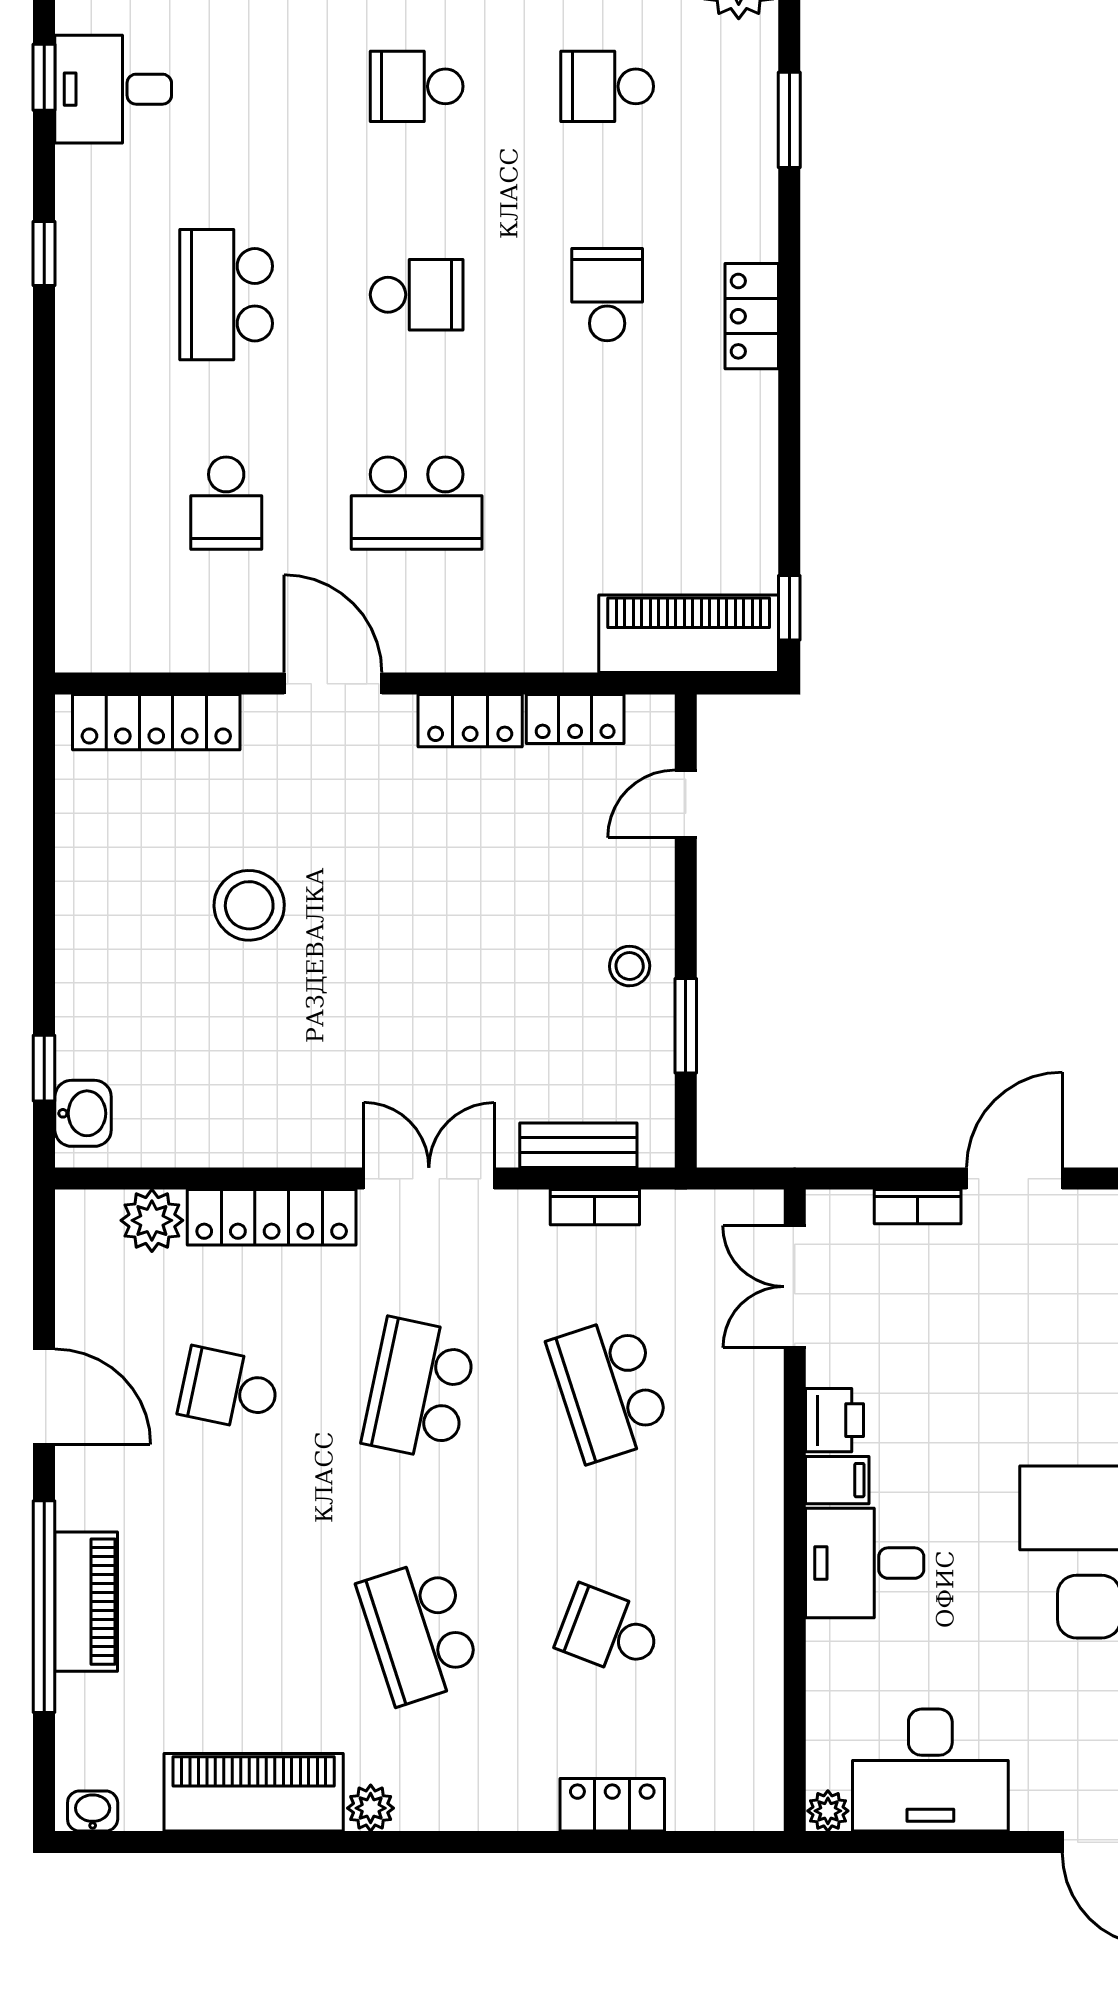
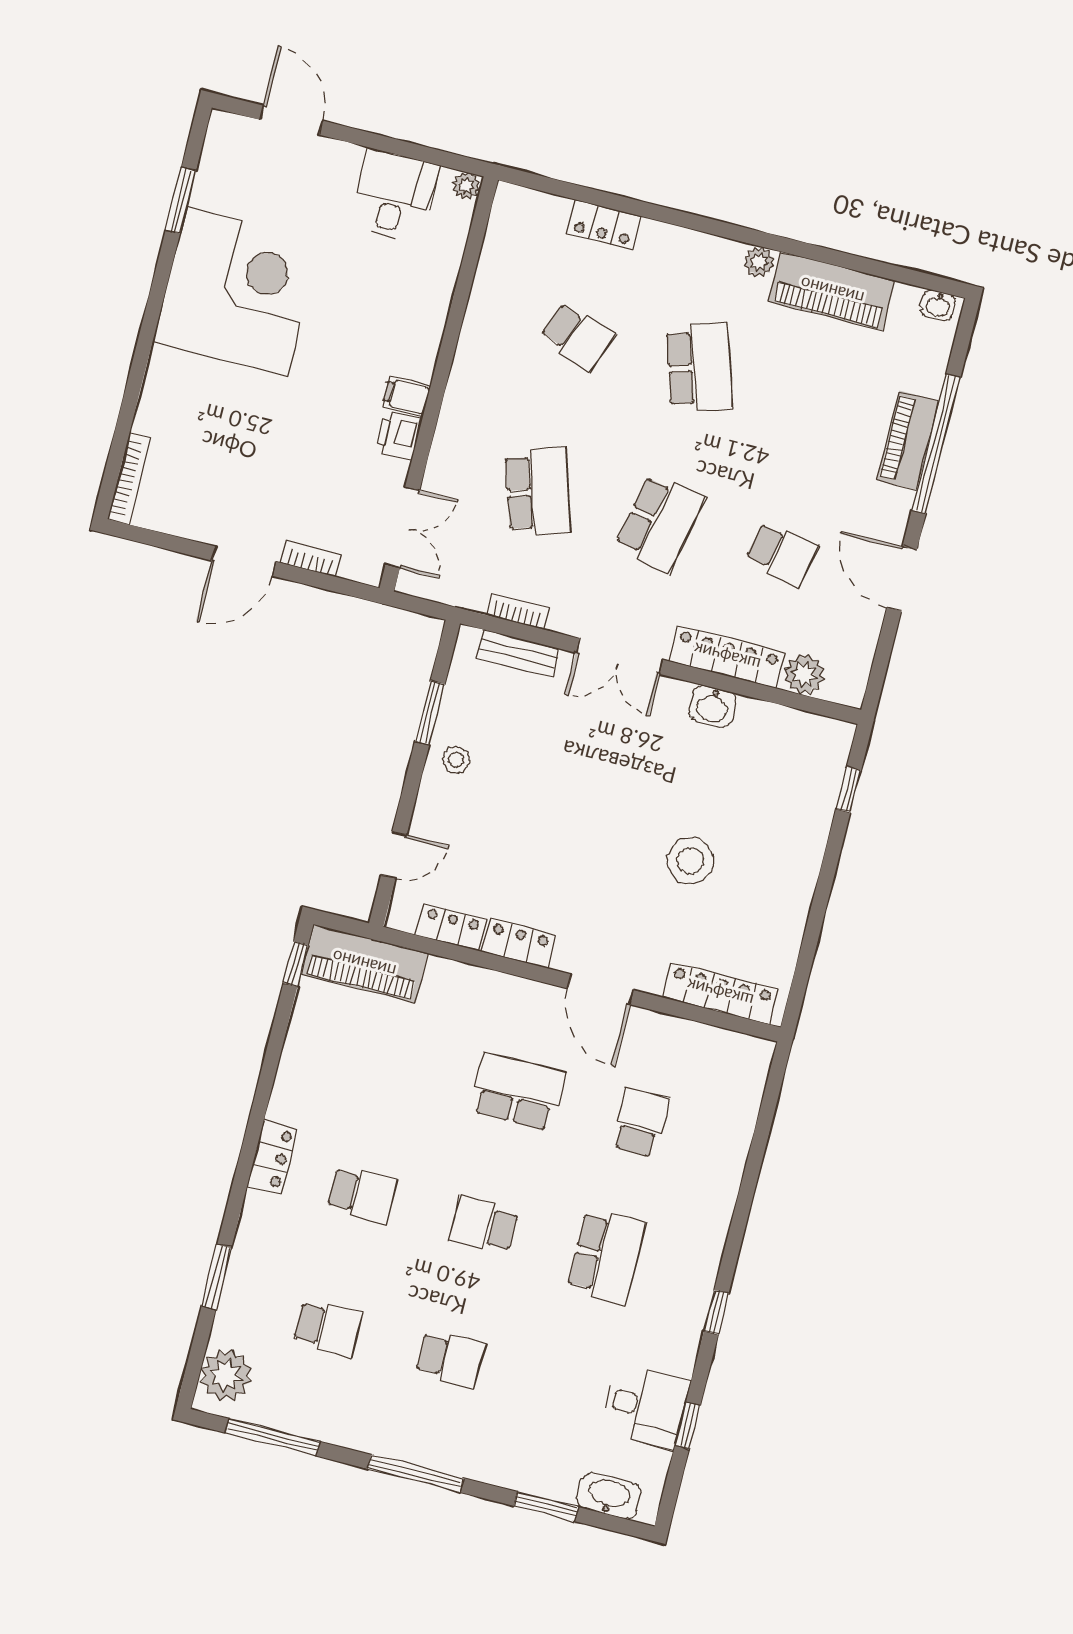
school desk: (607, 295) -> (362, 1194), turned -90
washbasin: (83, 1113) -> (712, 706), moved, turned -90
desk: (865, 1563) -> (402, 339), removed
desk: (930, 1770) -> (394, 195), width x0.73

